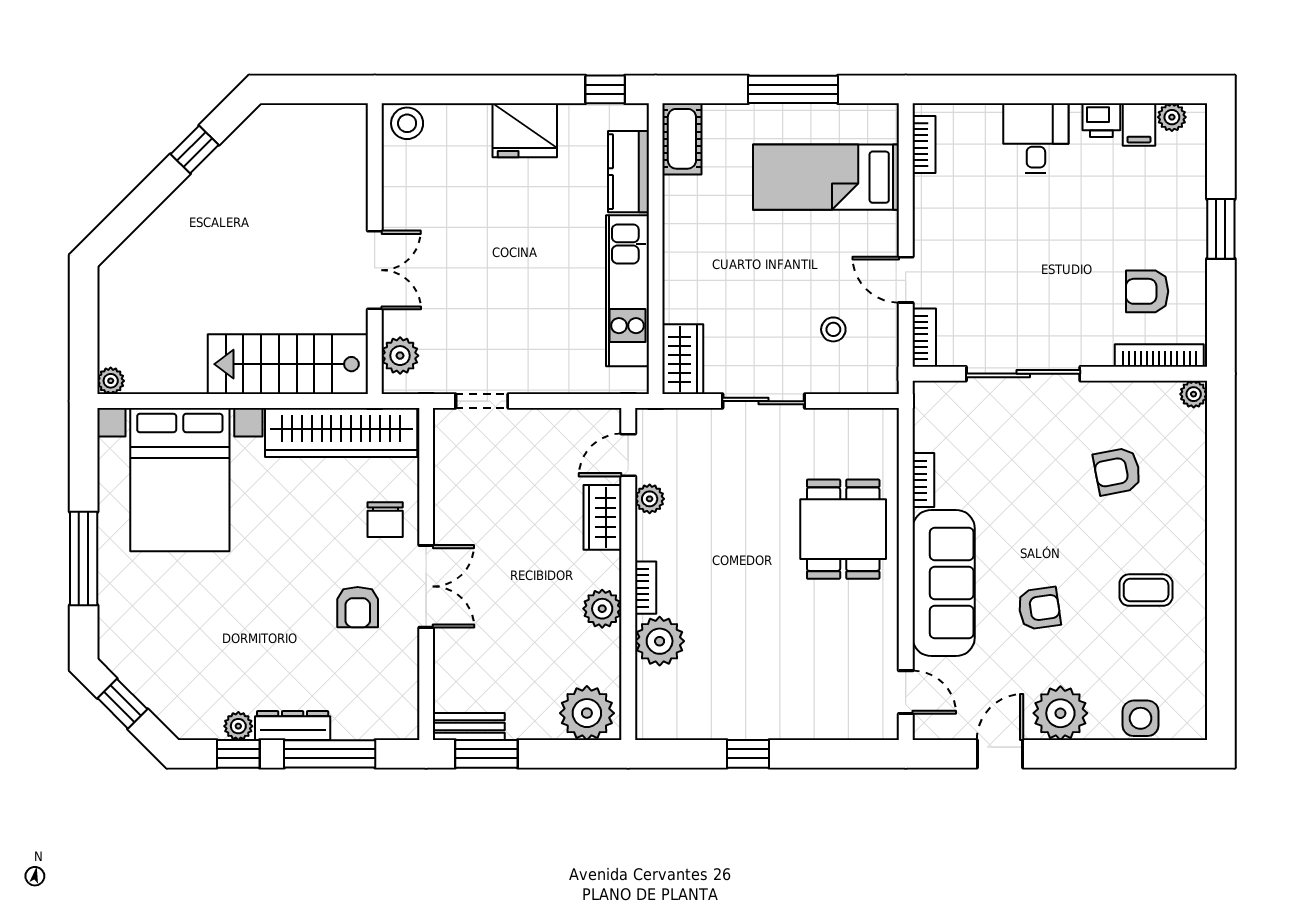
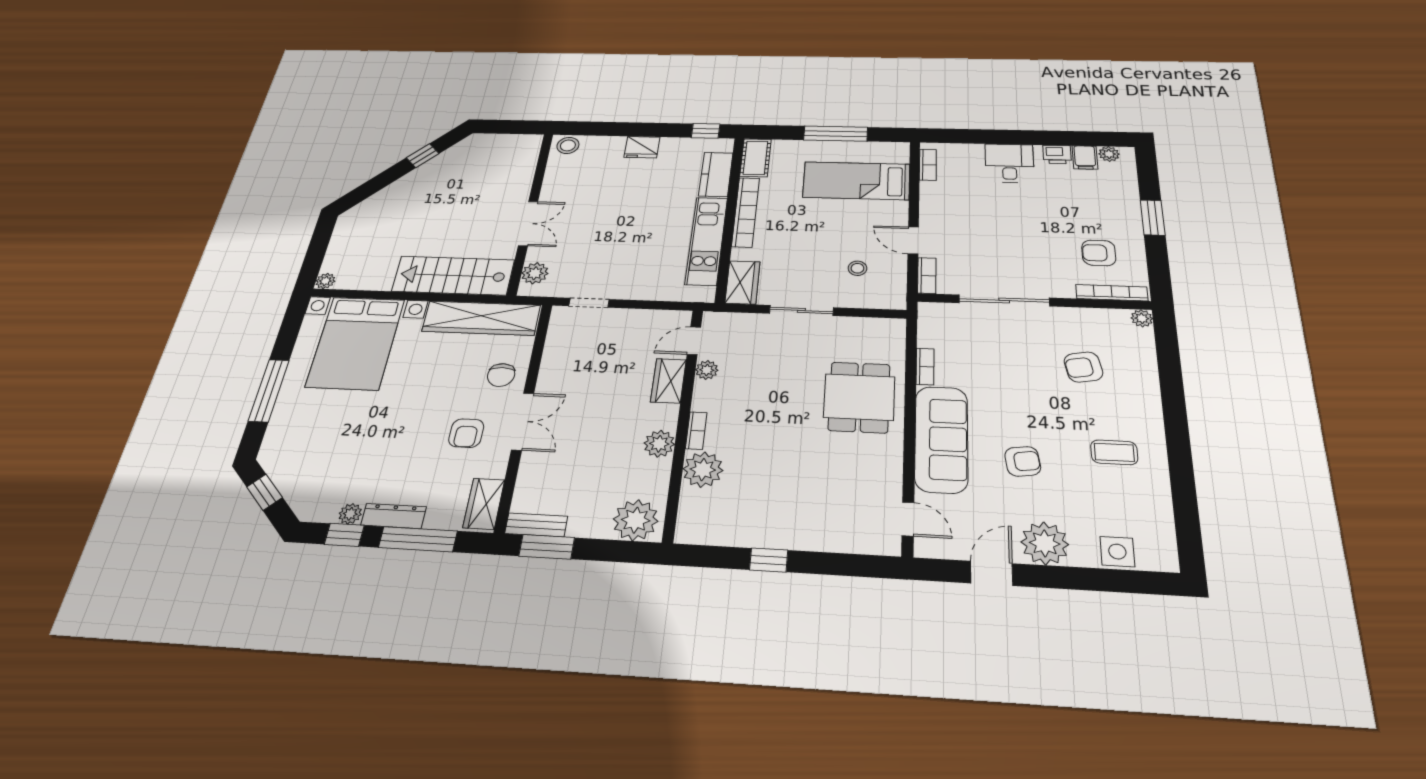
fridge: (525, 130) -> (642, 147), width x0.73, depth x0.75
bookcase: (676, 239) -> (746, 212), added
wardrobe: (400, 703) -> (484, 504), added

